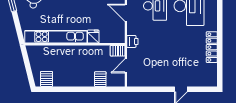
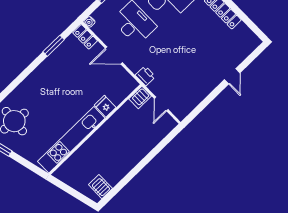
server rack: (100, 79) -> (150, 139), removed

